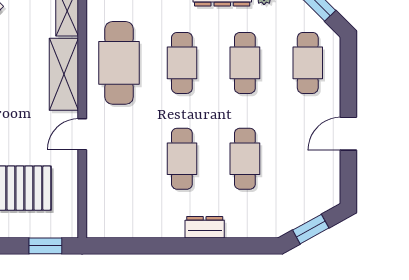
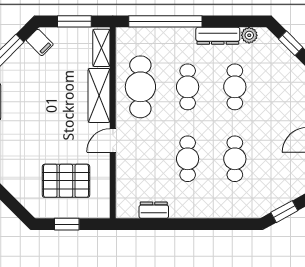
cafe table: (308, 63) -> (282, 87), removed
dresser: (205, 227) -> (154, 210), moved
window: (45, 246) -> (67, 224), moved

